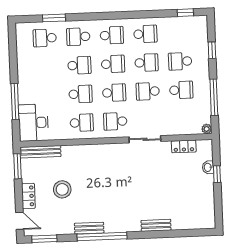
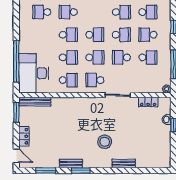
school desk: (112, 35) -> (148, 12), moved
window: (15, 102) -> (16, 61), width x1.46
desk: (34, 123) -> (34, 73), width x1.36, depth x1.30
stool: (62, 189) -> (105, 142), moved
window: (102, 236) -> (81, 171), width x0.47
window: (44, 239) -> (46, 171), moved

